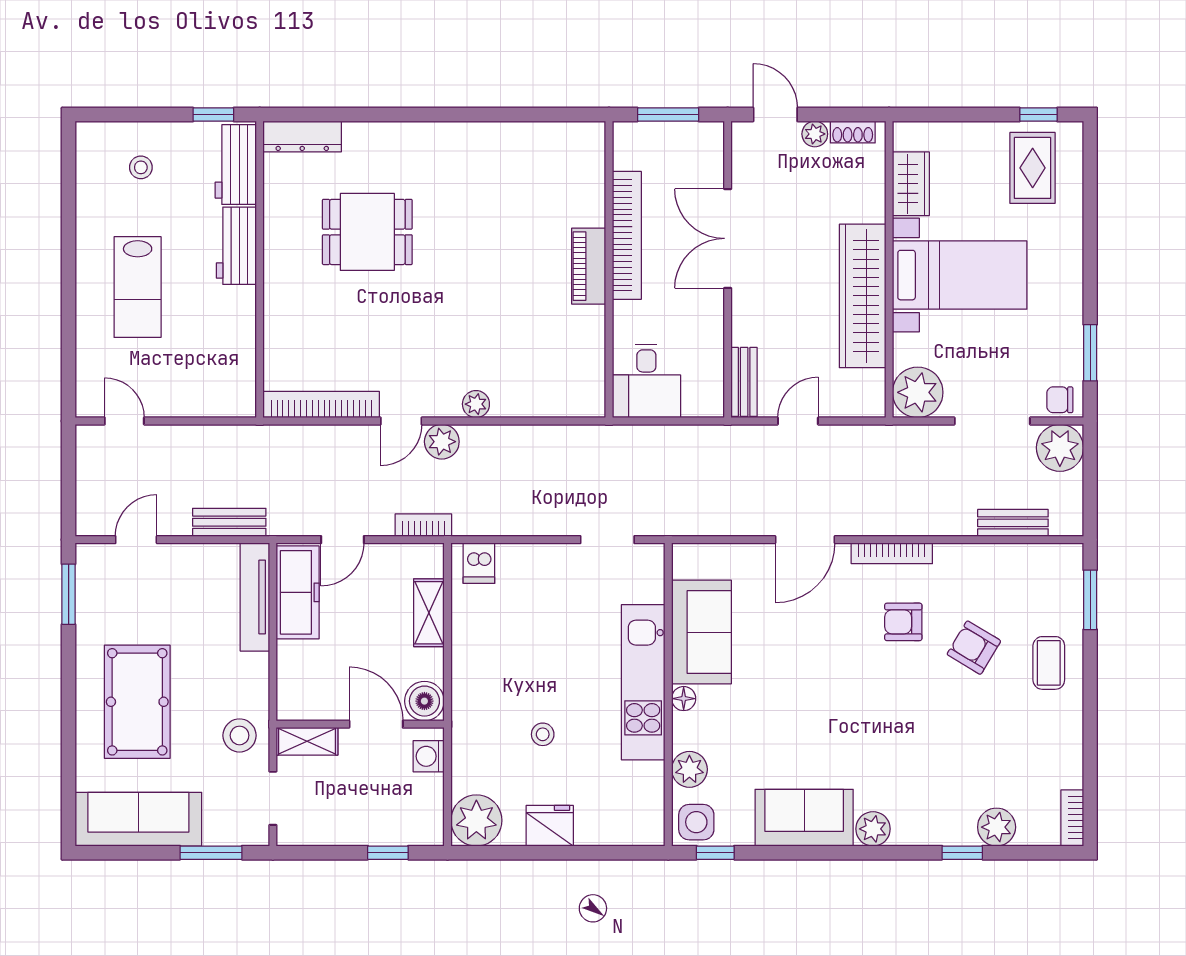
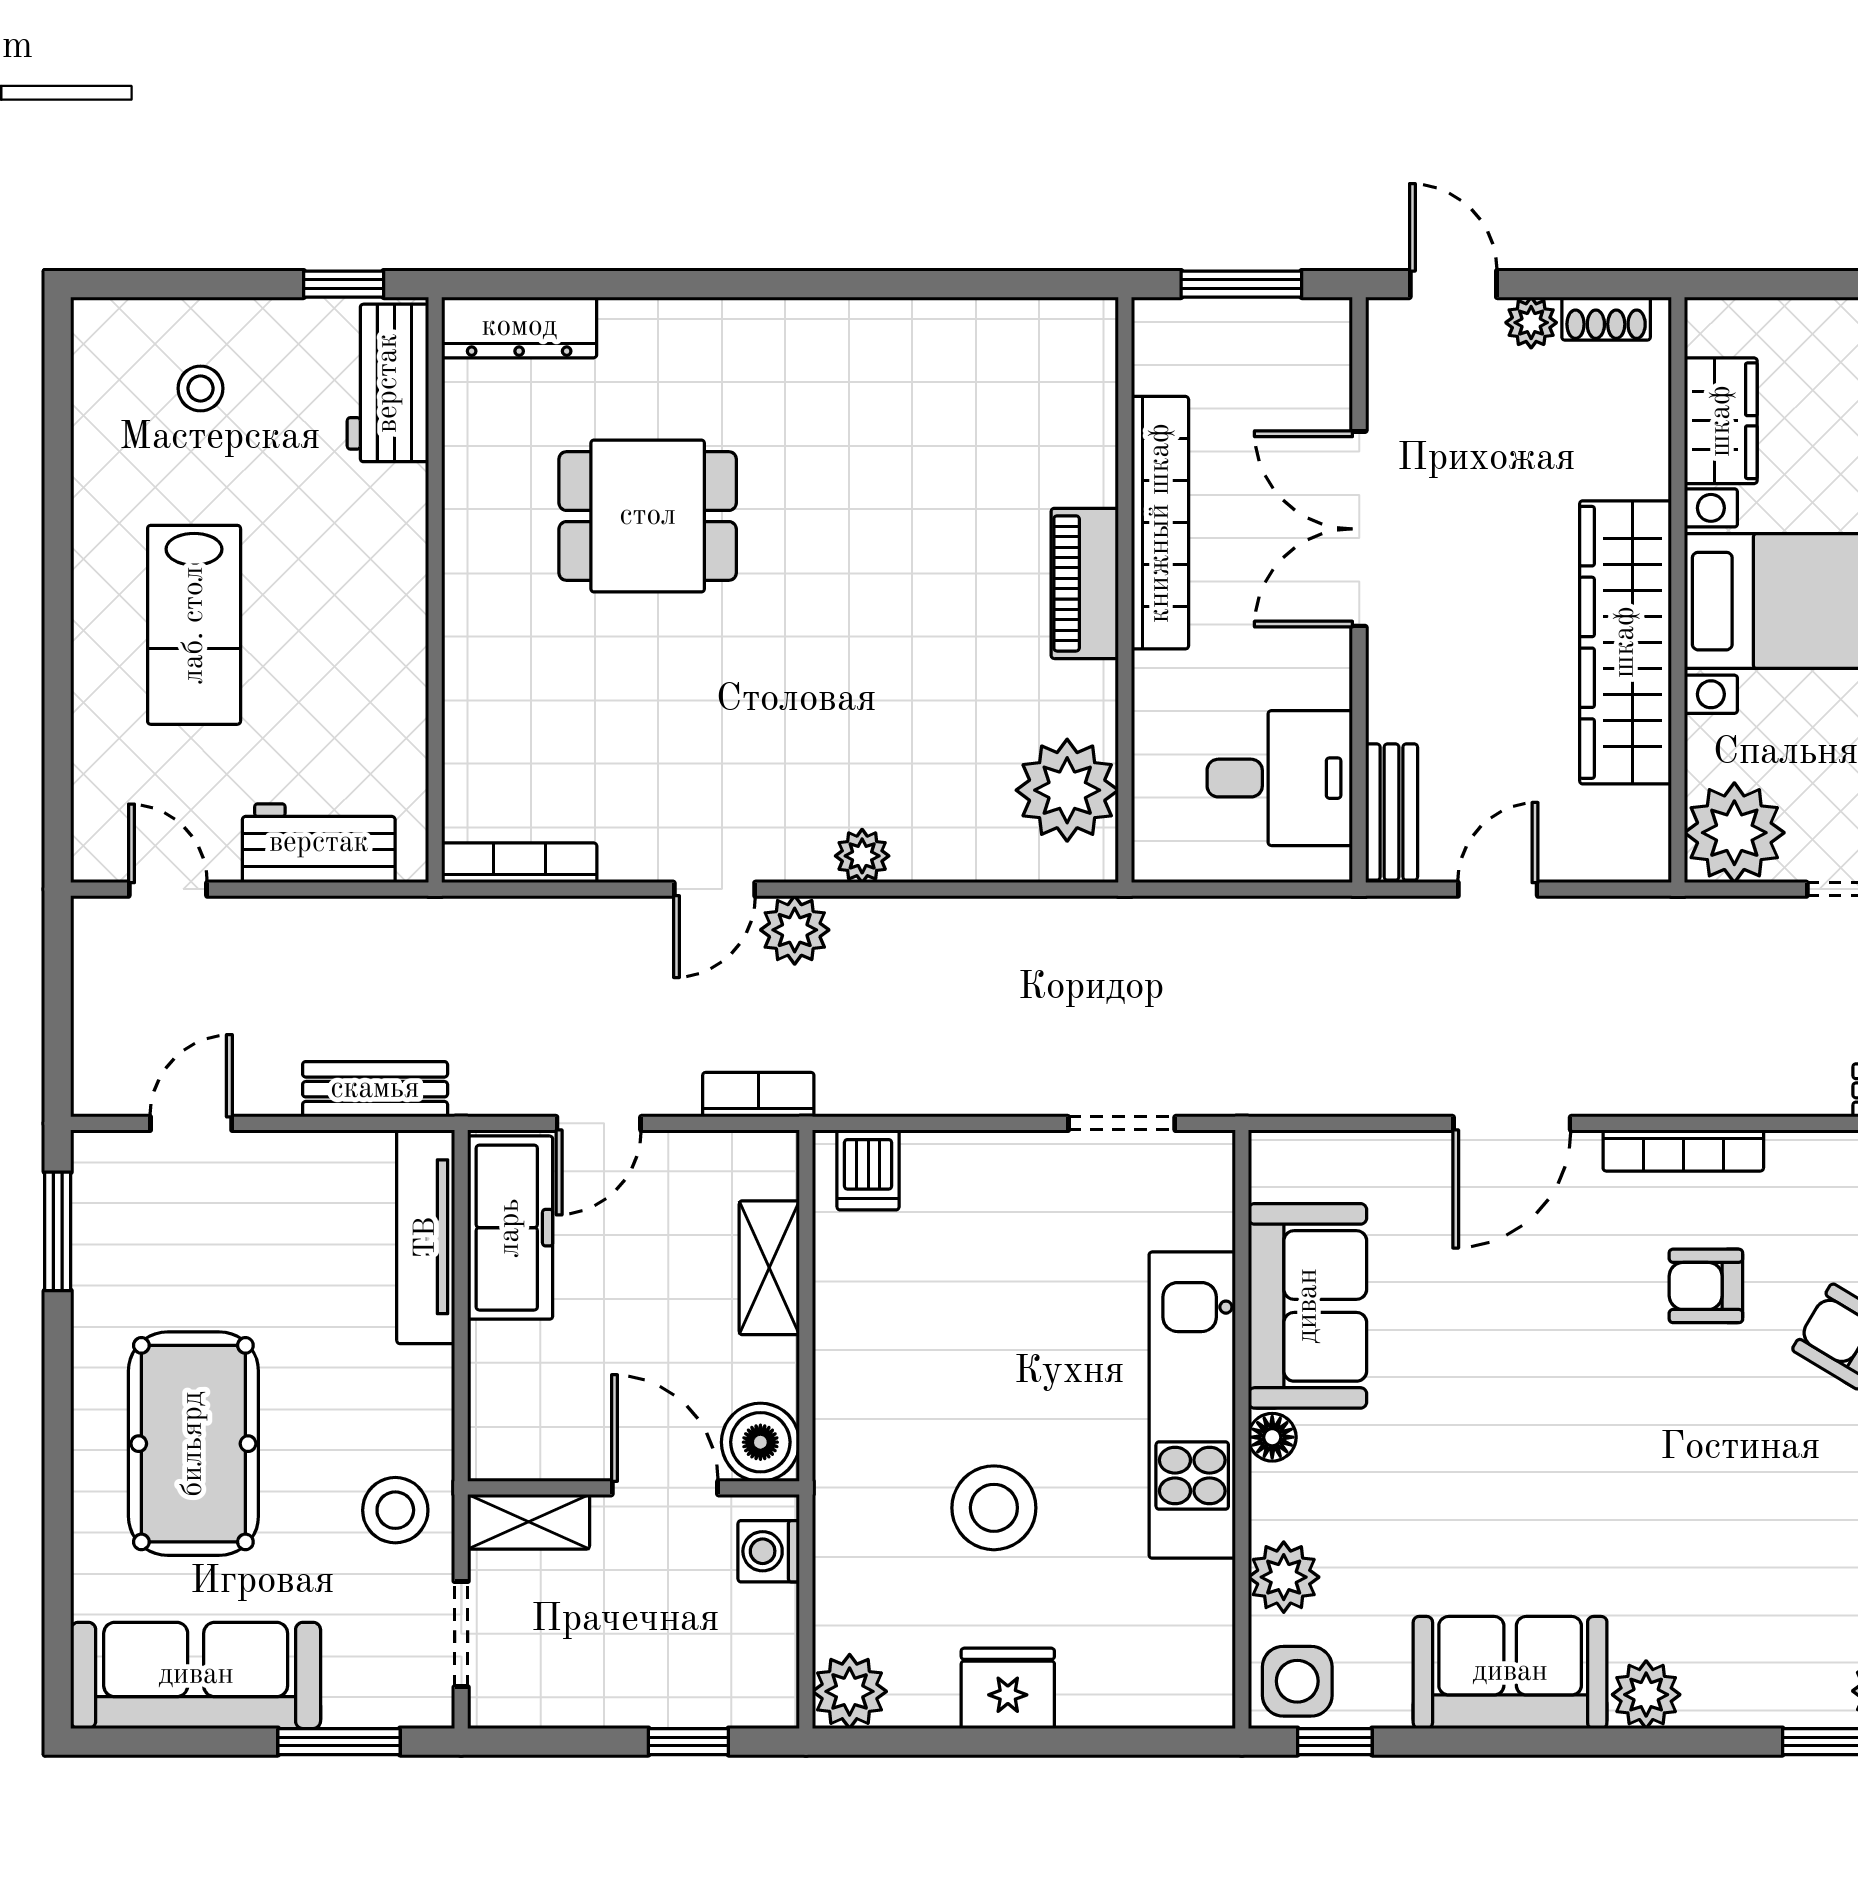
workbench: (236, 246) -> (319, 843), moved, turned 90
plant: (580, 371) -> (1067, 790), added
desk: (646, 381) -> (1280, 778), moved, turned -90
bookcase: (321, 404) -> (519, 863), width x0.68, depth x0.76
stool: (543, 734) -> (994, 1508), width x1.89, depth x1.89
plant: (476, 820) -> (850, 1691), width x0.73, depth x0.73

